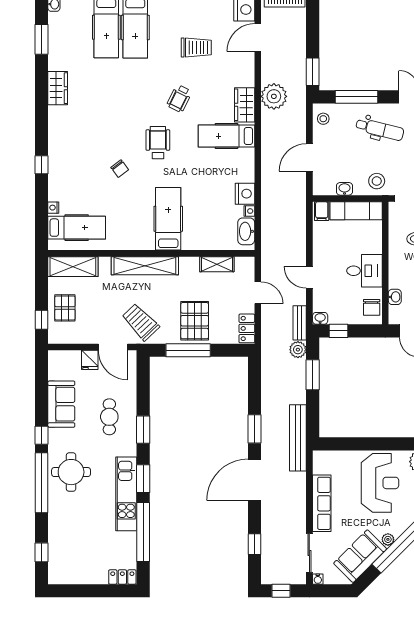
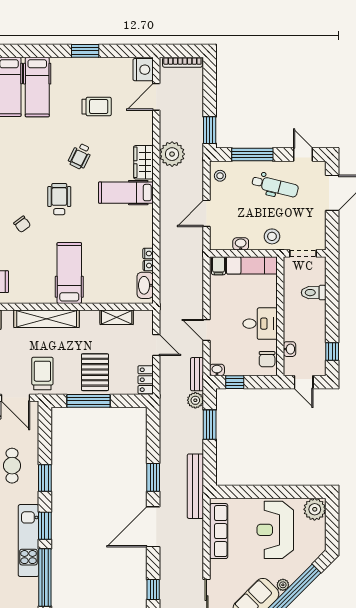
nightstand: (245, 194) -> (148, 253), width x0.53, depth x0.56
trolley: (141, 322) -> (42, 373), turned 44
reception desk: (380, 483) -> (275, 530), turned 180
row of seats: (322, 503) -> (219, 531), moved

